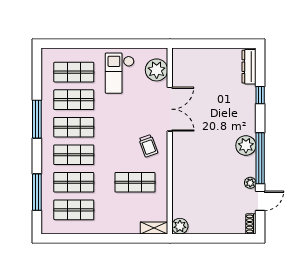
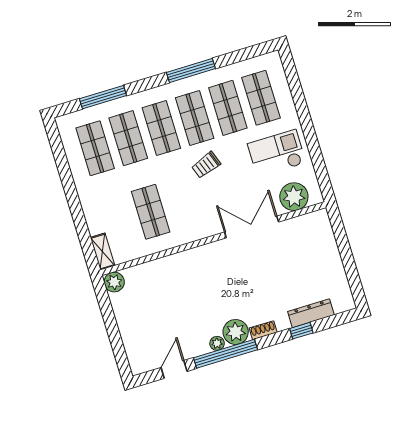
dresser: (249, 67) -> (311, 313), moved
double door: (170, 109) -> (252, 227), swing flipped
trolley: (148, 146) -> (206, 165), moved
plant: (250, 183) -> (217, 343), moved
door: (260, 201) -> (174, 369), swing flipped
shoe rack: (251, 224) -> (263, 330), moved

